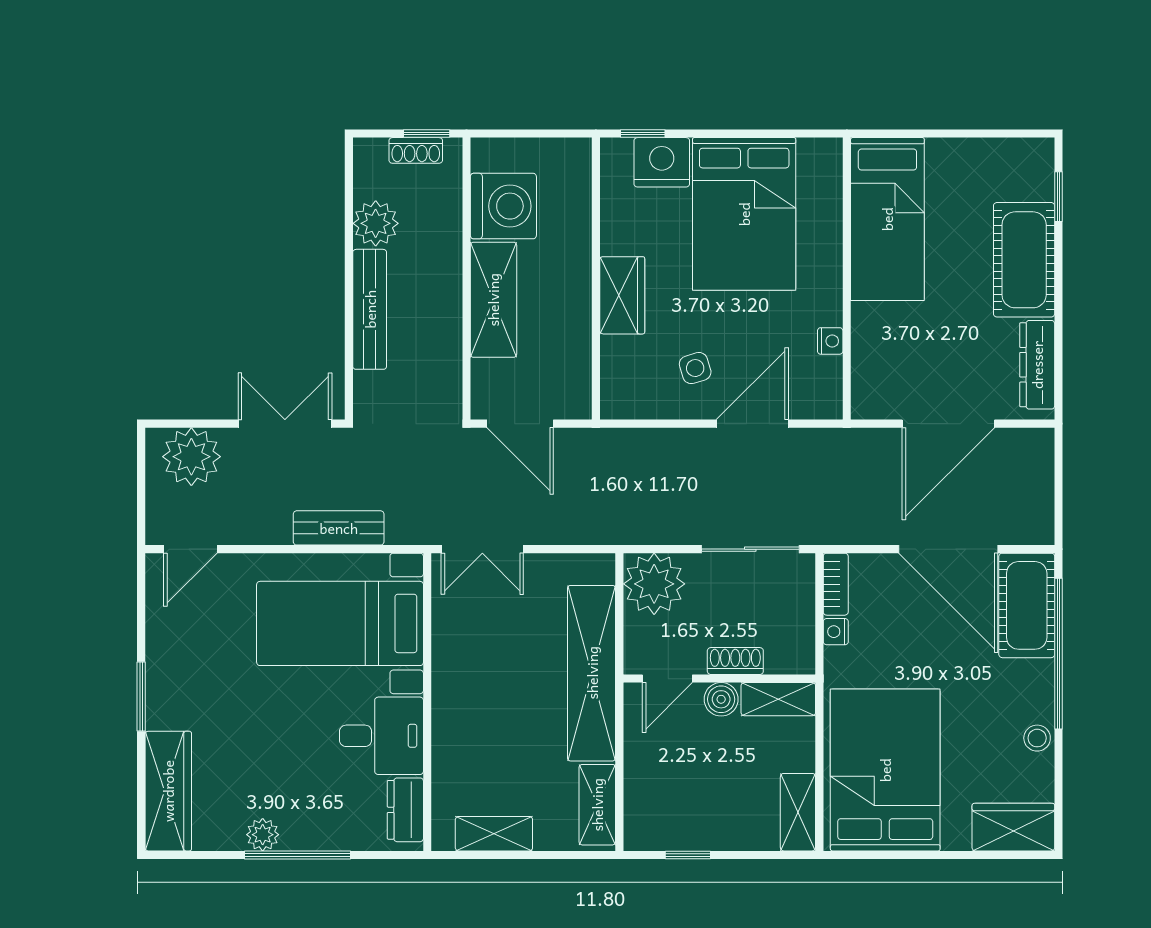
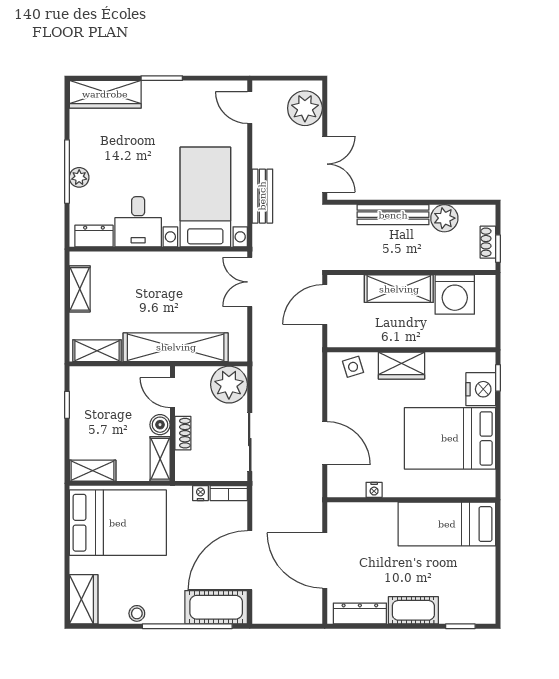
cot: (1024, 260) -> (413, 610), width x0.73, depth x0.75
side table: (695, 368) -> (353, 367), moved
plant: (263, 835) -> (79, 177), moved

